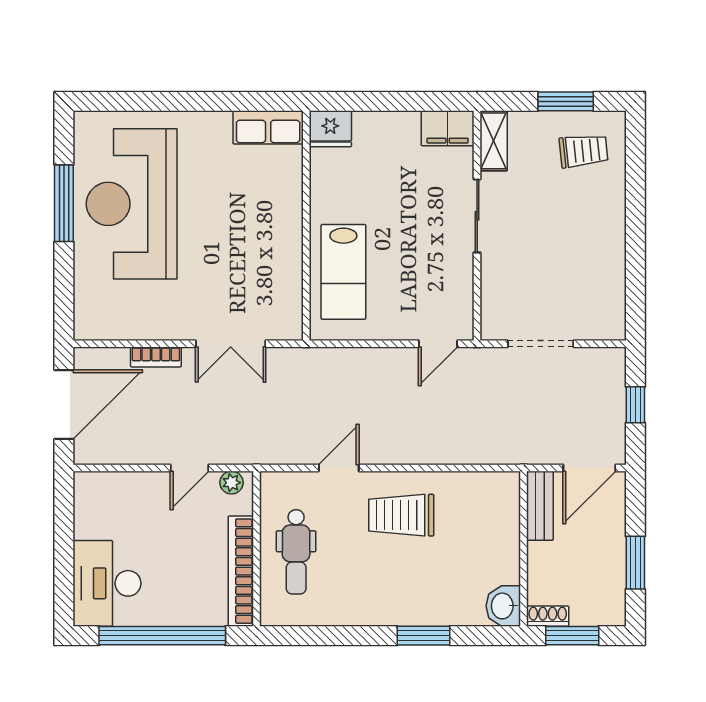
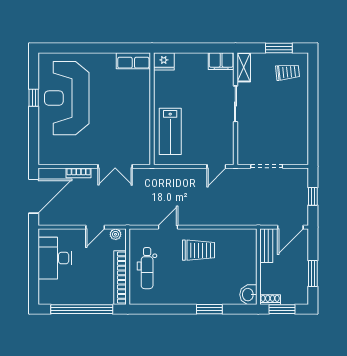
window: (64, 203) -> (34, 98), width x0.46
trolley: (401, 515) -> (198, 250), turned 180
desk: (107, 583) -> (55, 258), moved

